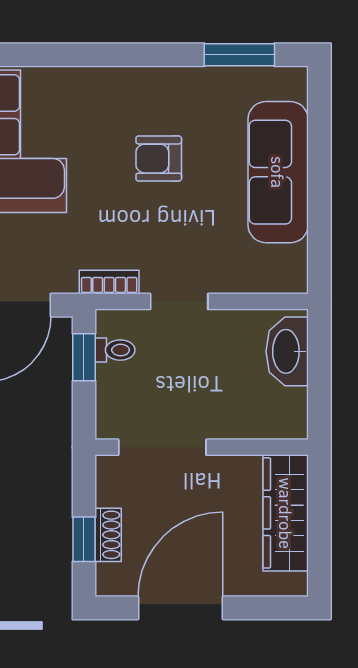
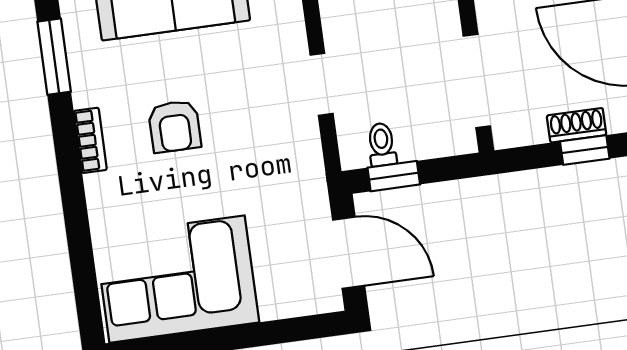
bookcase: (109, 282) -> (90, 140), moved, turned 180

